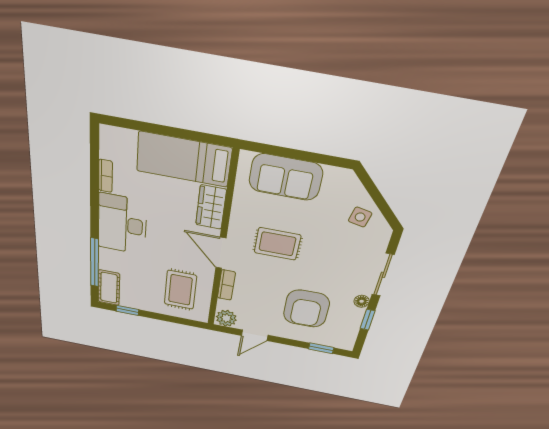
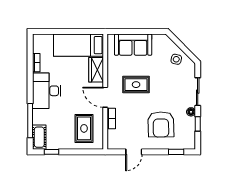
plant: (226, 318) -> (114, 143), removed

